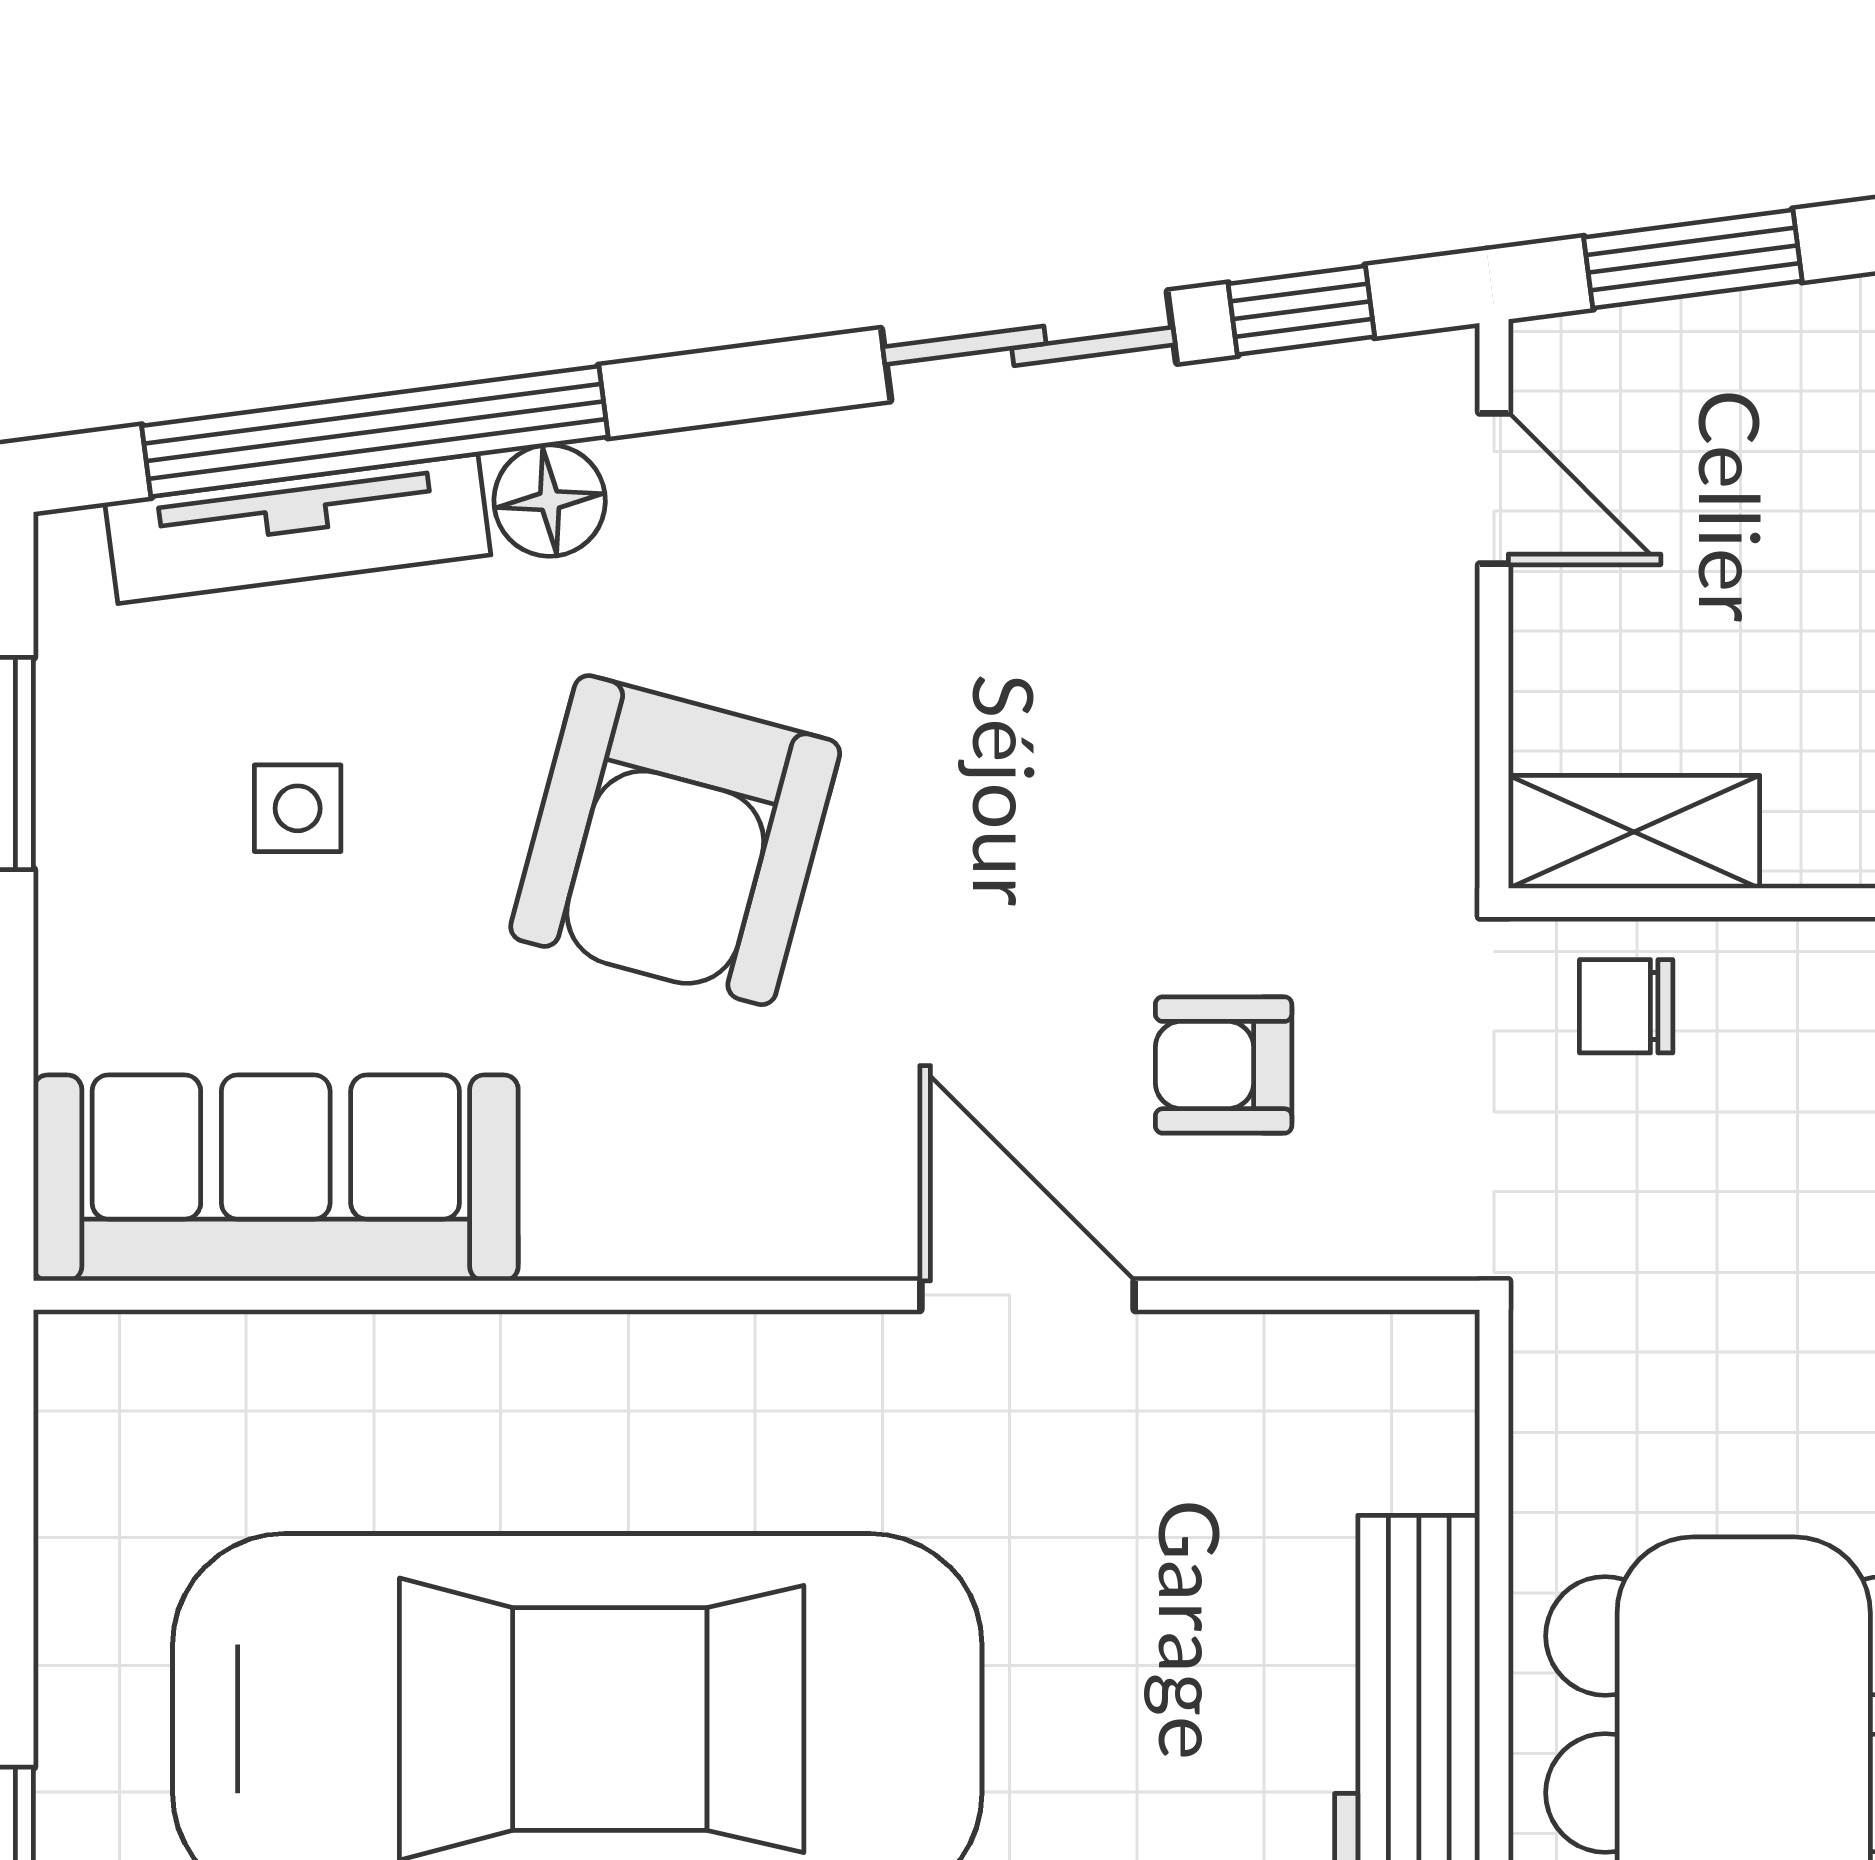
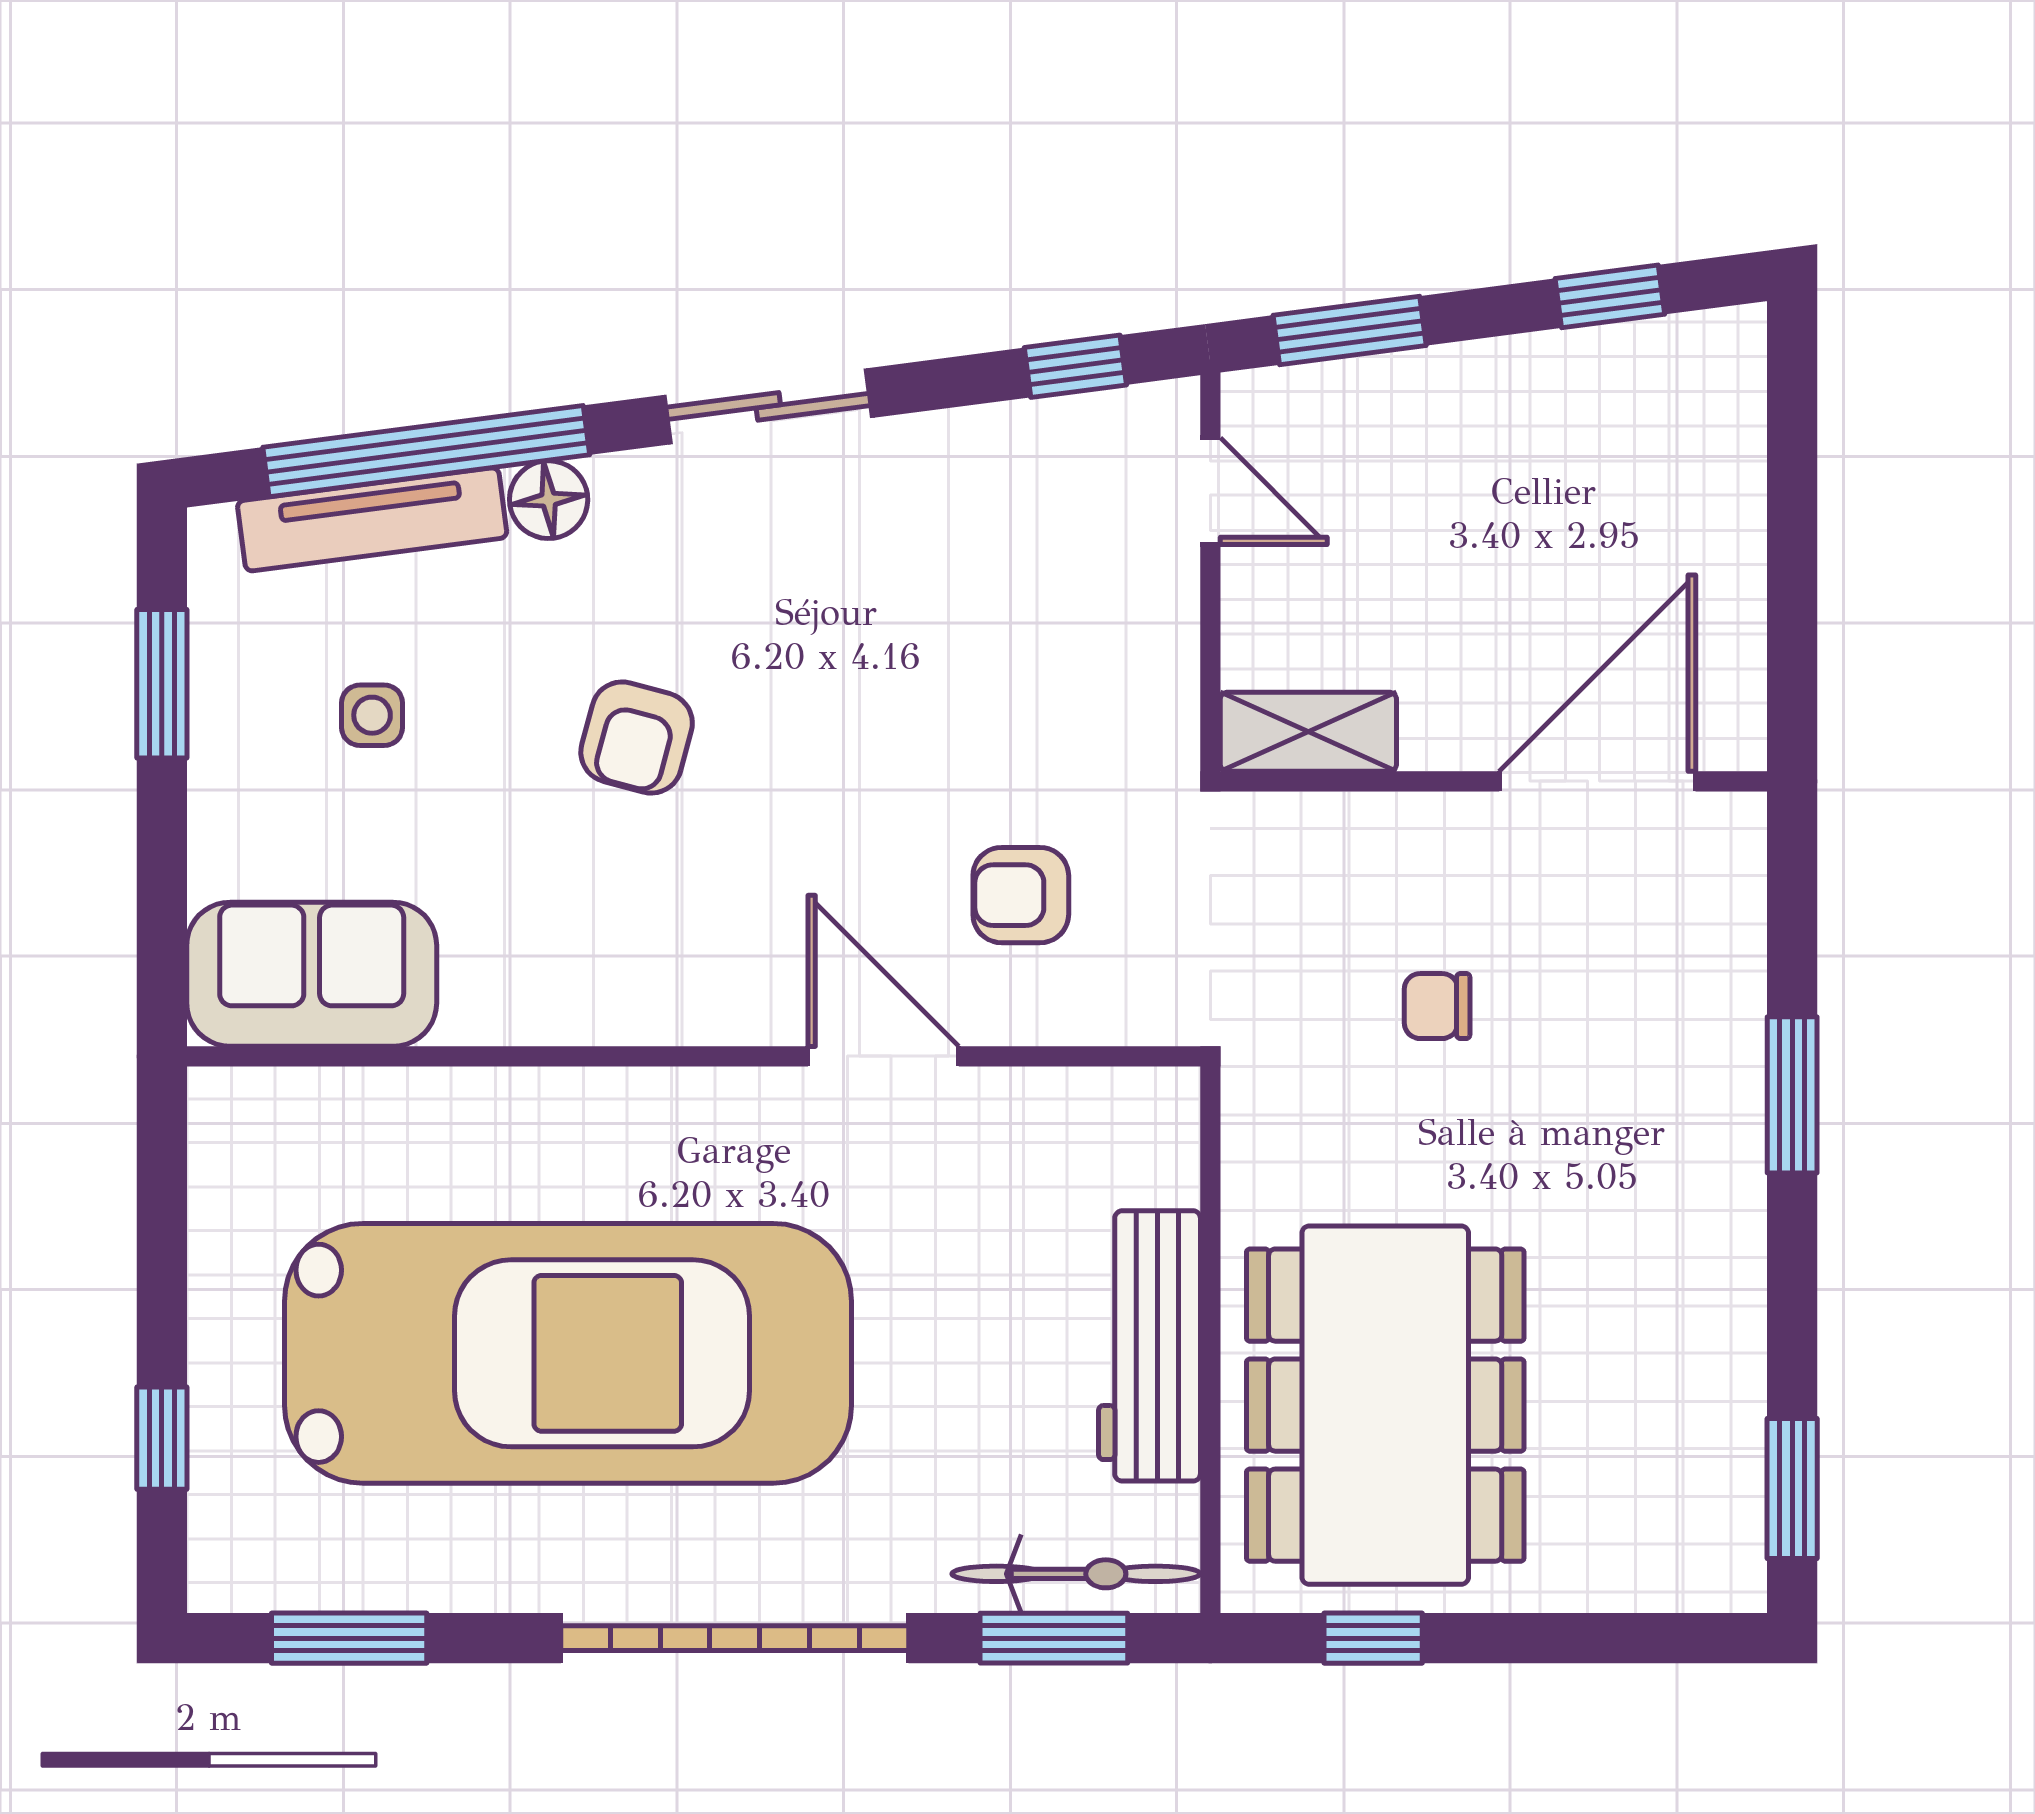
sliding door: (1029, 346) -> (768, 406), moved
armchair: (675, 840) -> (637, 738), width x0.53, depth x0.53
chair: (1626, 1006) -> (1437, 1006), moved
sofa: (276, 1178) -> (312, 974), width x0.73

